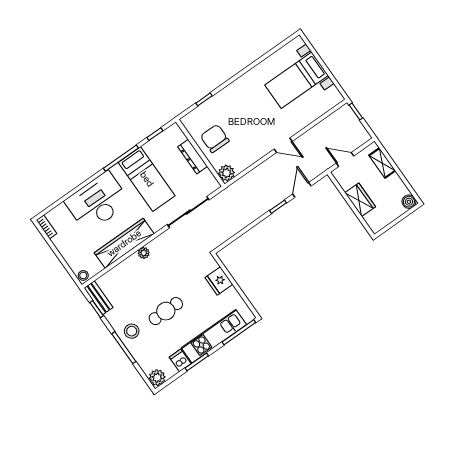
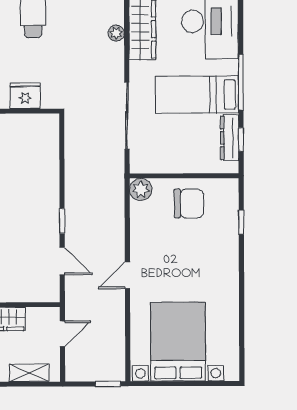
bed with nightstands: (297, 80) -> (178, 342), width x1.36
dresser: (193, 157) -> (230, 138), moved, turned -90

